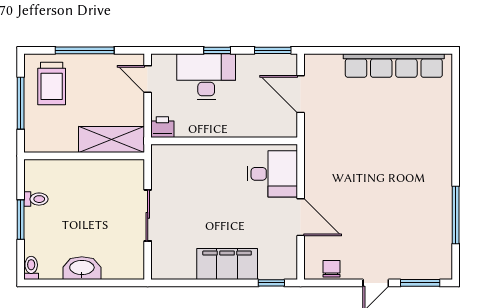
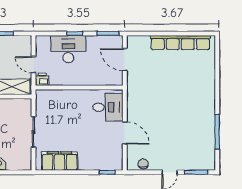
door: (148, 79) -> (33, 65), moved
filing cabinet: (227, 264) -> (60, 161), moved

